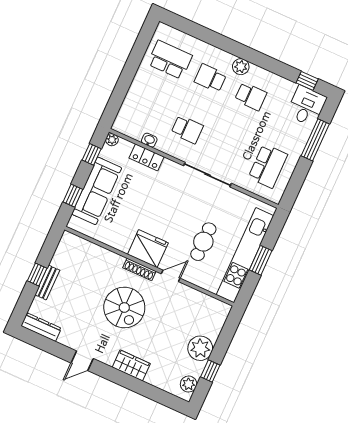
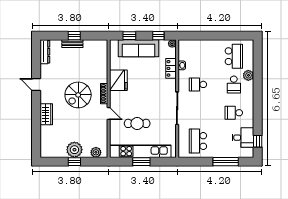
plant: (241, 67) -> (248, 75), moved
school desk: (210, 78) -> (234, 84), turned 180
school desk: (251, 96) -> (234, 113), turned 90
desk: (306, 106) -> (243, 138), moved
school desk: (187, 129) -> (198, 84), turned 90
school desk: (268, 166) -> (198, 141), turned 90
fridge: (148, 249) -> (118, 80), moved
window: (210, 371) -> (74, 162), moved
plant: (189, 384) -> (96, 152), moved

